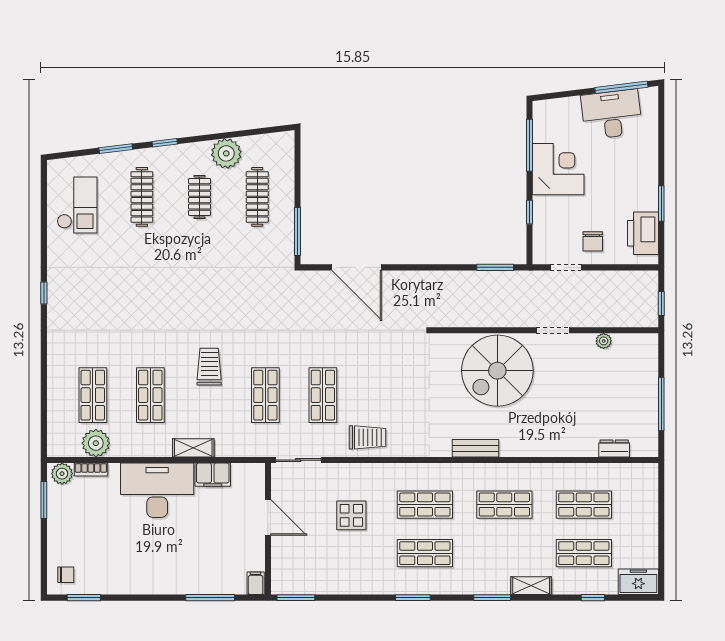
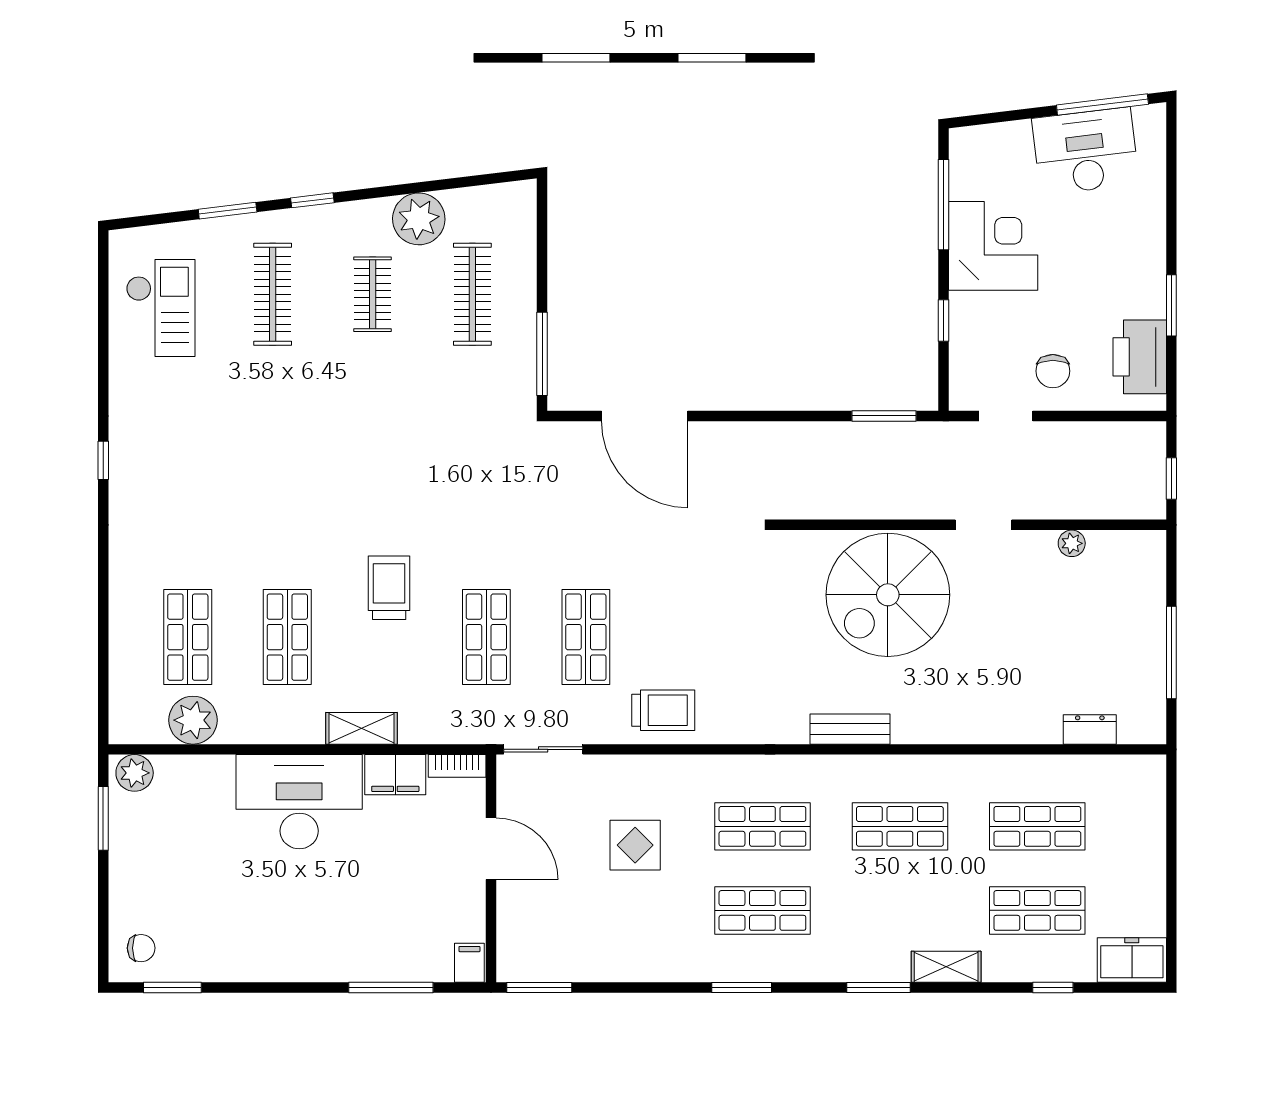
bookcase: (91, 470) -> (457, 766), moved

